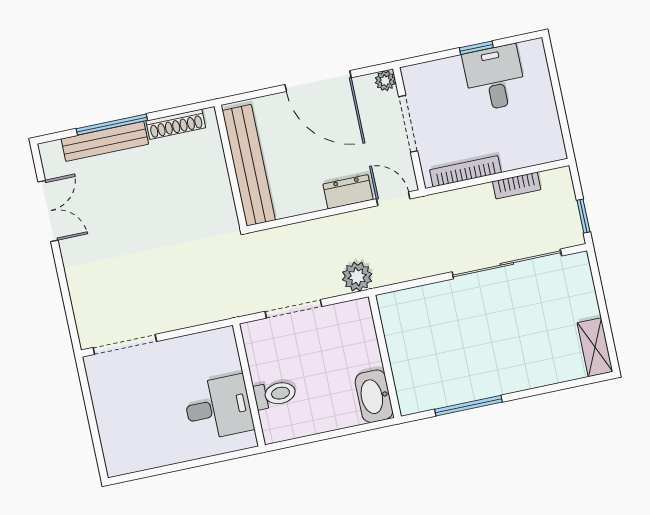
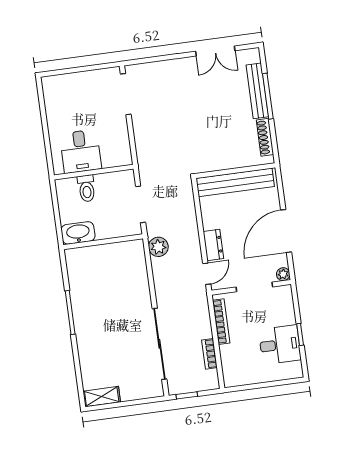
wall: (385, 356) -> (103, 242), moved
washbasin: (374, 396) -> (78, 233), moved

